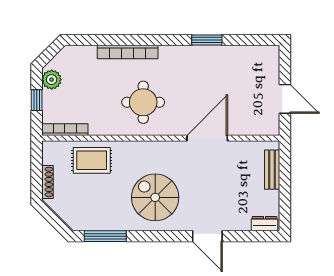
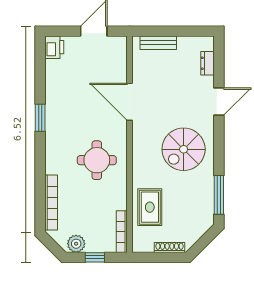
window: (207, 40) -> (40, 118), moved
bookcase: (128, 52) -> (51, 203), moved
printer: (267, 56) -> (54, 47), added
dresser: (265, 224) -> (207, 63), moved

